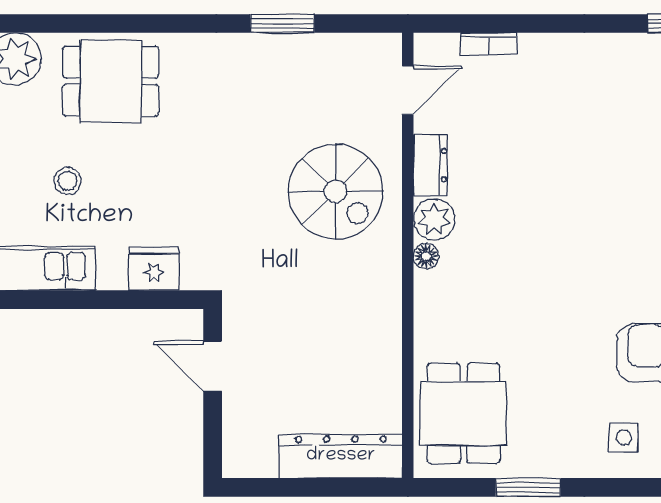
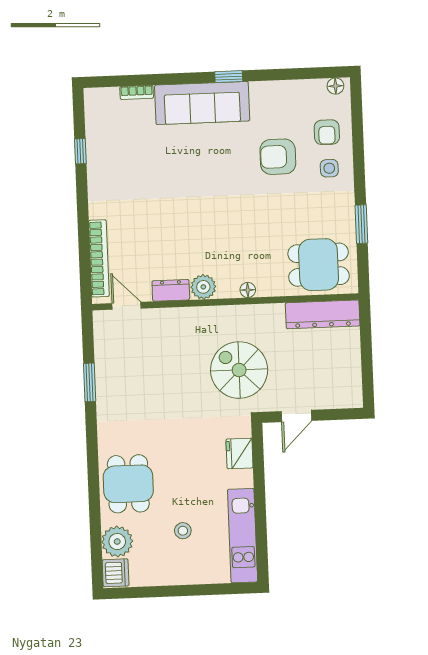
bookcase: (489, 44) -> (99, 258), width x2.31, depth x1.31
stool: (68, 181) -> (183, 531), moved
spiral stairs: (335, 191) -> (239, 370), moved, turned -90
floor lamp: (426, 256) -> (248, 290), moved
dresser: (341, 456) -> (323, 314), moved, turned -90

